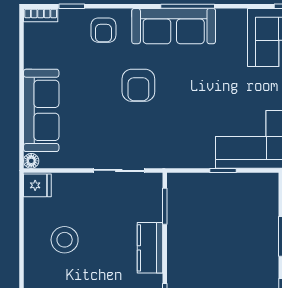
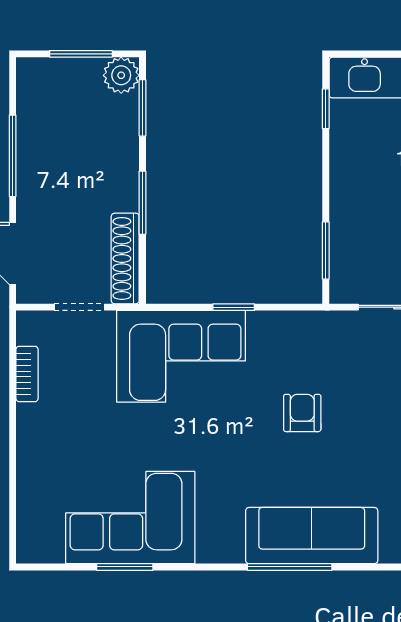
armchair: (138, 85) -> (302, 413), moved, width x0.72, depth x0.72
kitchen counter: (150, 248) -> (349, 185), removed

